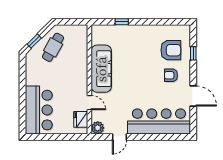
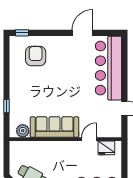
window: (193, 53) -> (22, 33), moved
armchair: (171, 75) -> (61, 56), removed
plant: (98, 128) -> (23, 131), moved

